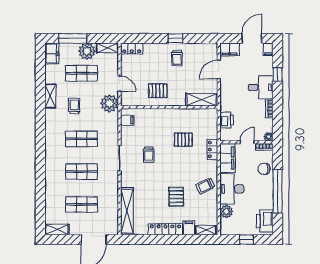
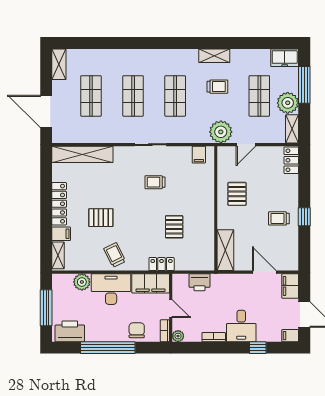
shelving: (50, 96) -> (214, 56), moved
window: (246, 239) -> (46, 308), width x2.17

